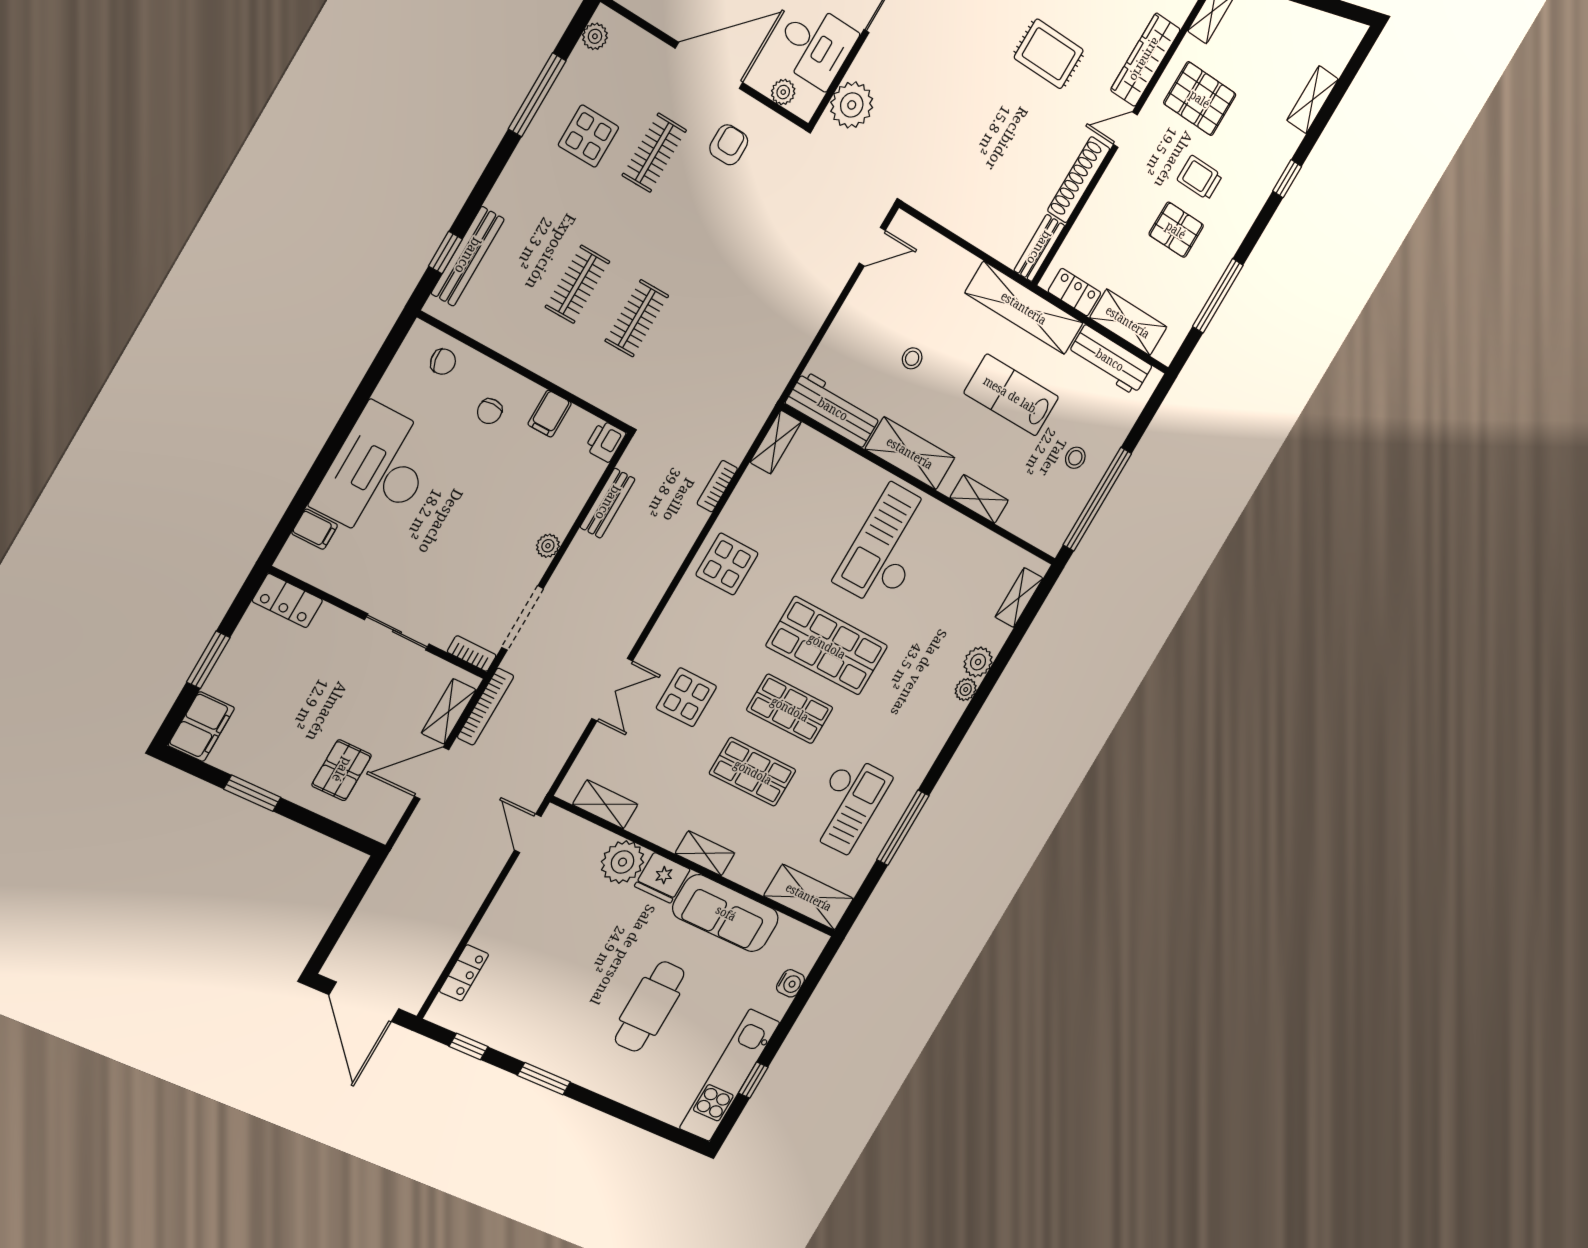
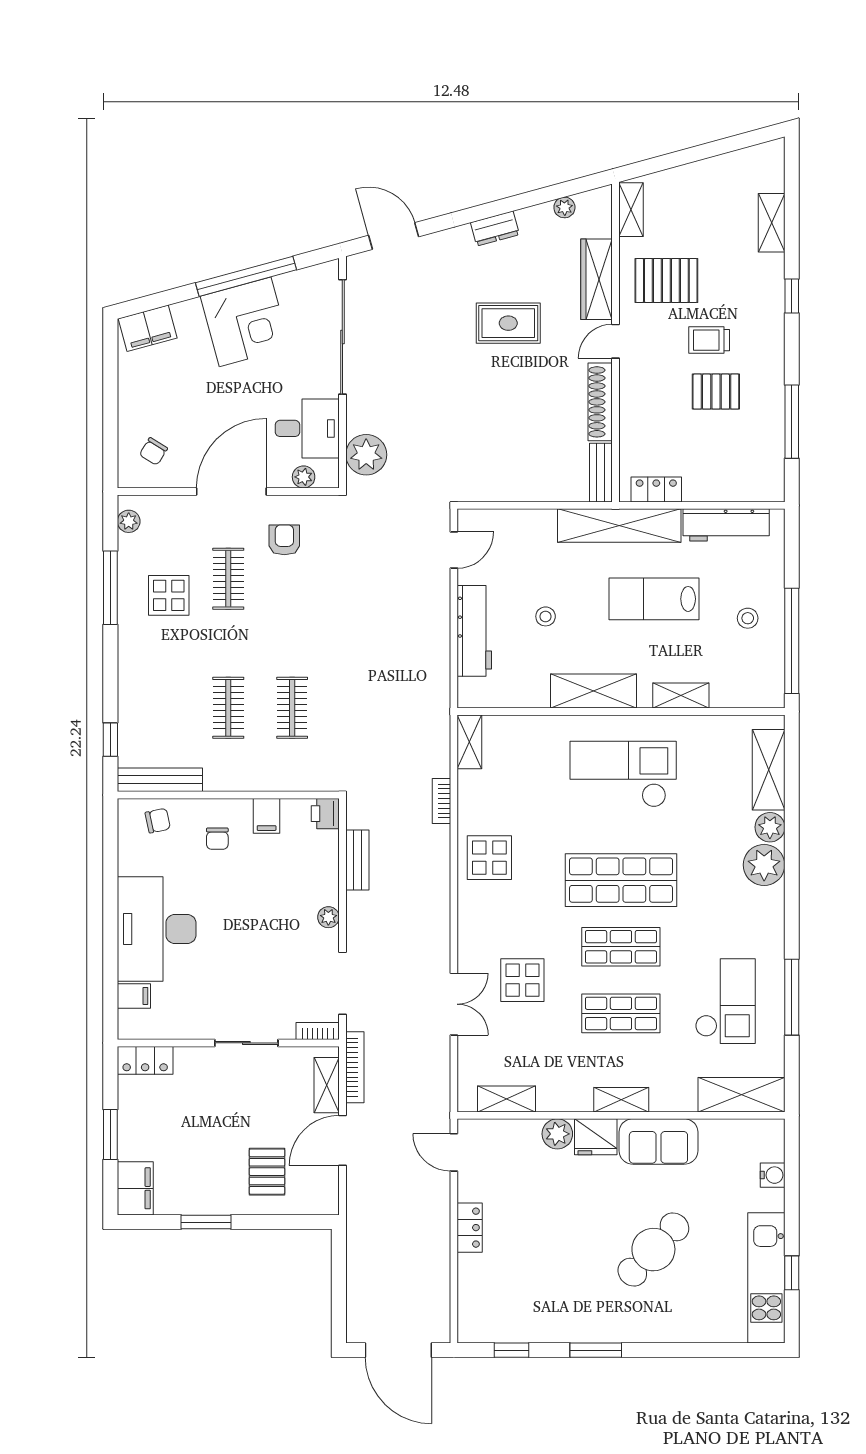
bench: (468, 256) -> (160, 780), moved, turned 90
shelving: (1128, 322) -> (722, 486), removed
workbench: (833, 409) -> (474, 631), moved, turned 90
checkout: (888, 546) -> (623, 774), turned 90
shelving: (1019, 598) -> (769, 770), width x1.50, depth x1.33
plant: (966, 690) -> (764, 865), width x1.87, depth x1.87
plant: (623, 862) -> (557, 1134), width x0.73, depth x0.73
sofa: (726, 913) -> (658, 1141), width x0.73
locker: (464, 973) -> (470, 1228), moved
cafe table: (650, 1006) -> (653, 1250), turned 43

